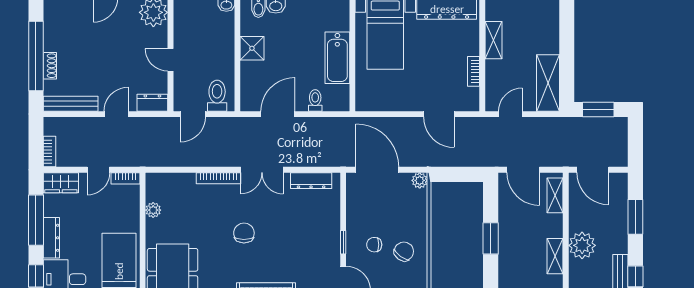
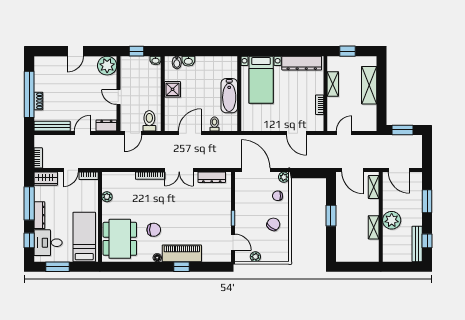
shelving: (548, 83) -> (369, 85), moved
chair: (244, 233) -> (154, 230), moved, turned 90
chair: (374, 245) -> (278, 196), moved

